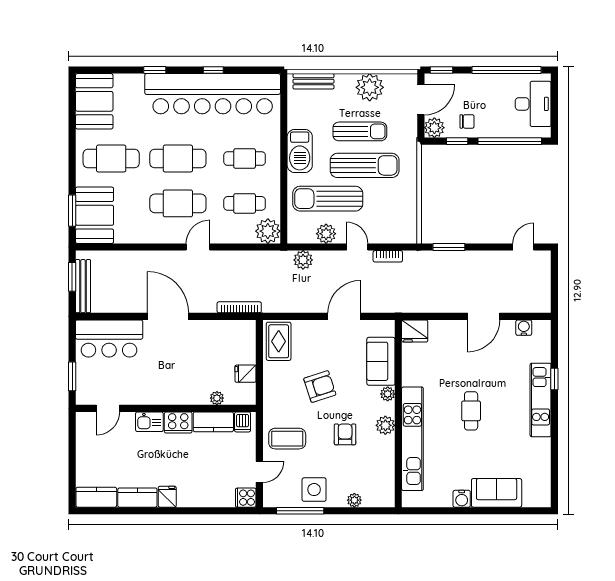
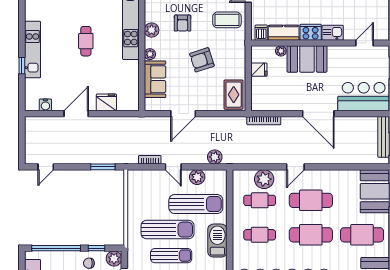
sun lounger: (360, 131) -> (171, 256), turned 180
sun lounger: (365, 165) -> (168, 230), turned 180
plant: (268, 231) -> (264, 179), moved
fridge: (415, 331) -> (106, 102), moved
booth: (183, 388) -> (307, 59), added

